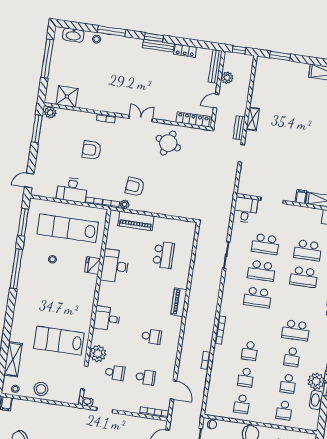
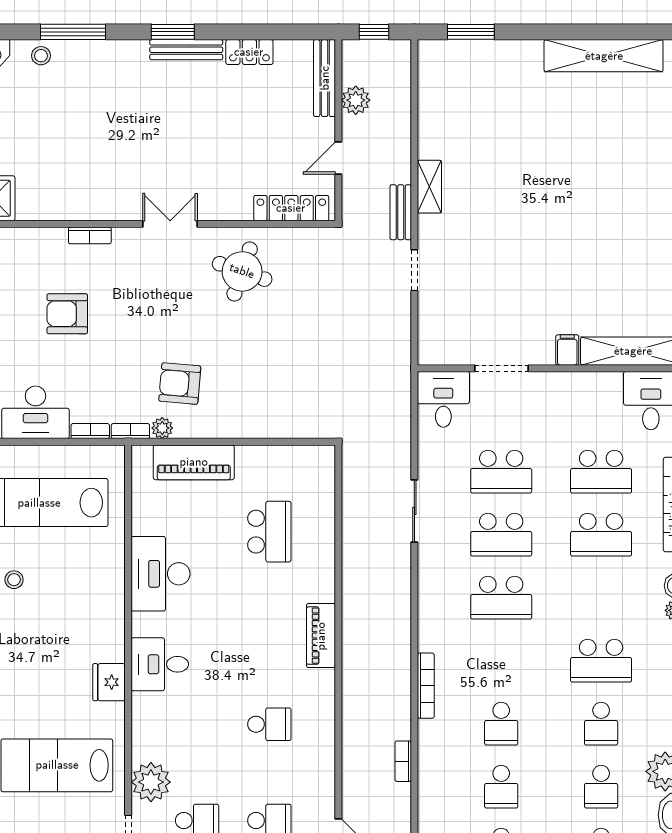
fridge: (93, 265) -> (109, 682), moved
desk: (107, 318) -> (160, 664), moved

